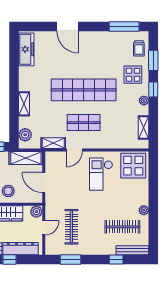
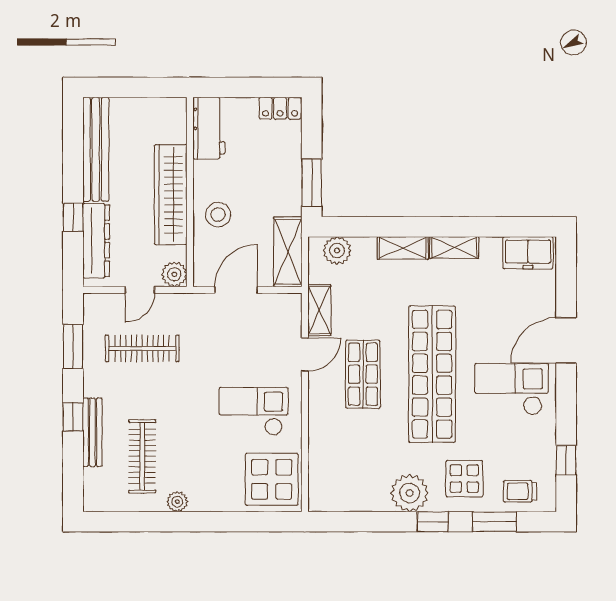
window: (124, 27) -> (566, 460), width x0.46
freezer: (26, 49) -> (528, 253), width x0.71
checkout: (91, 52) -> (511, 389), added
plant: (144, 101) -> (410, 493), width x1.87, depth x1.87
shelving: (143, 127) -> (454, 248), moved
door: (74, 150) -> (305, 354), swing flipped
door: (44, 228) -> (140, 290), hinge flipped
bench: (132, 250) -> (92, 432), moved
window: (116, 259) -> (73, 417), moved

